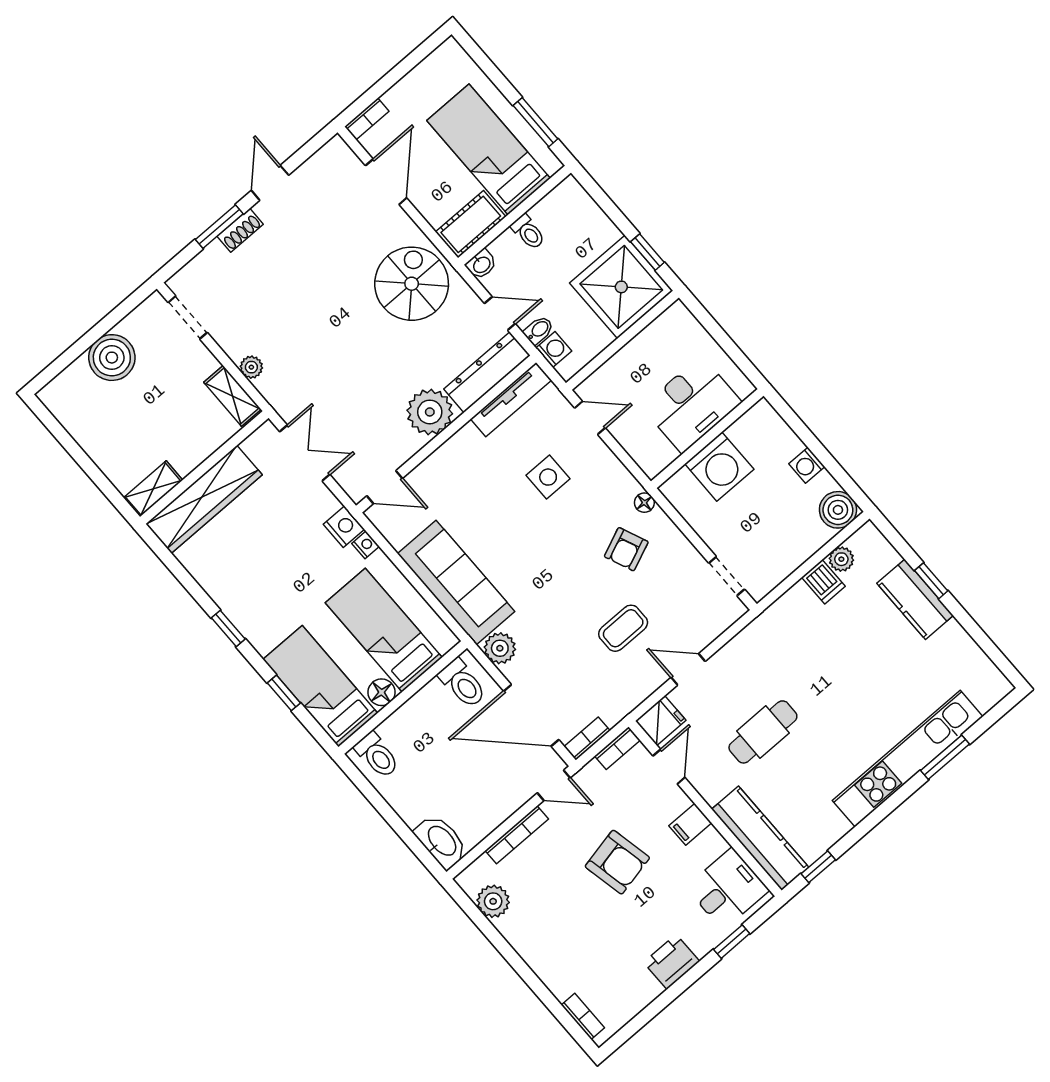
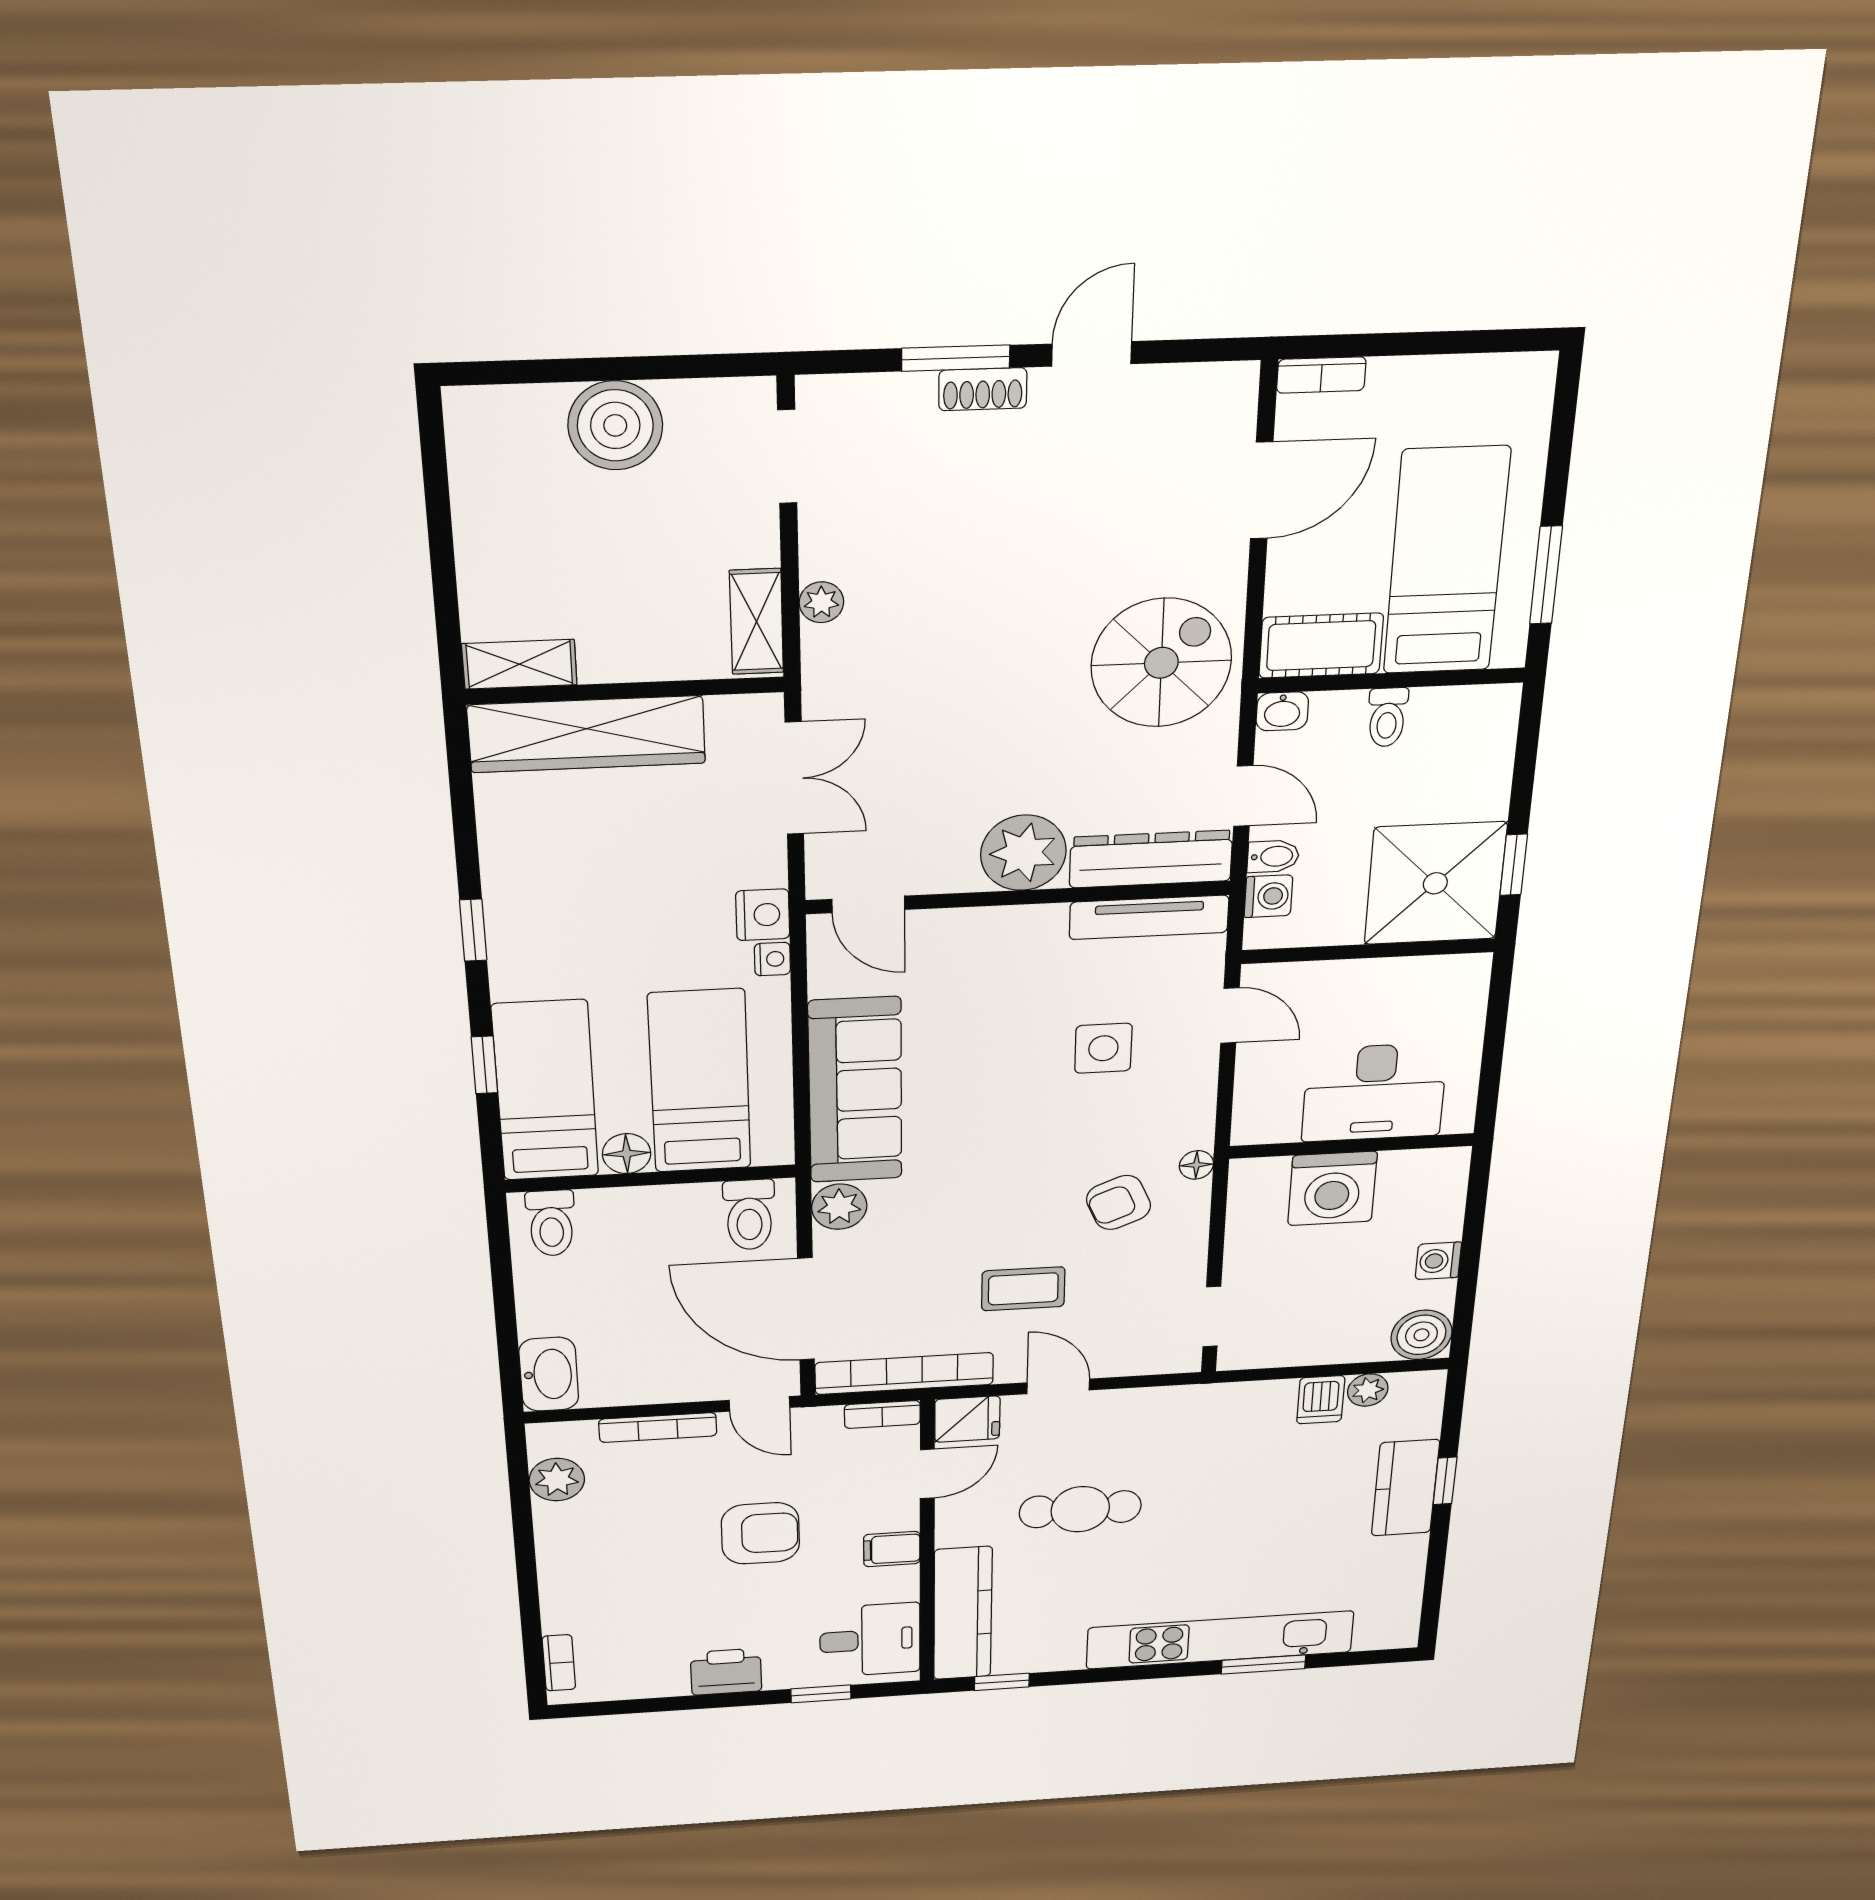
bookcase: (587, 739) -> (904, 1374), width x2.31, depth x1.31
armchair: (617, 862) -> (760, 1533), turned -78

